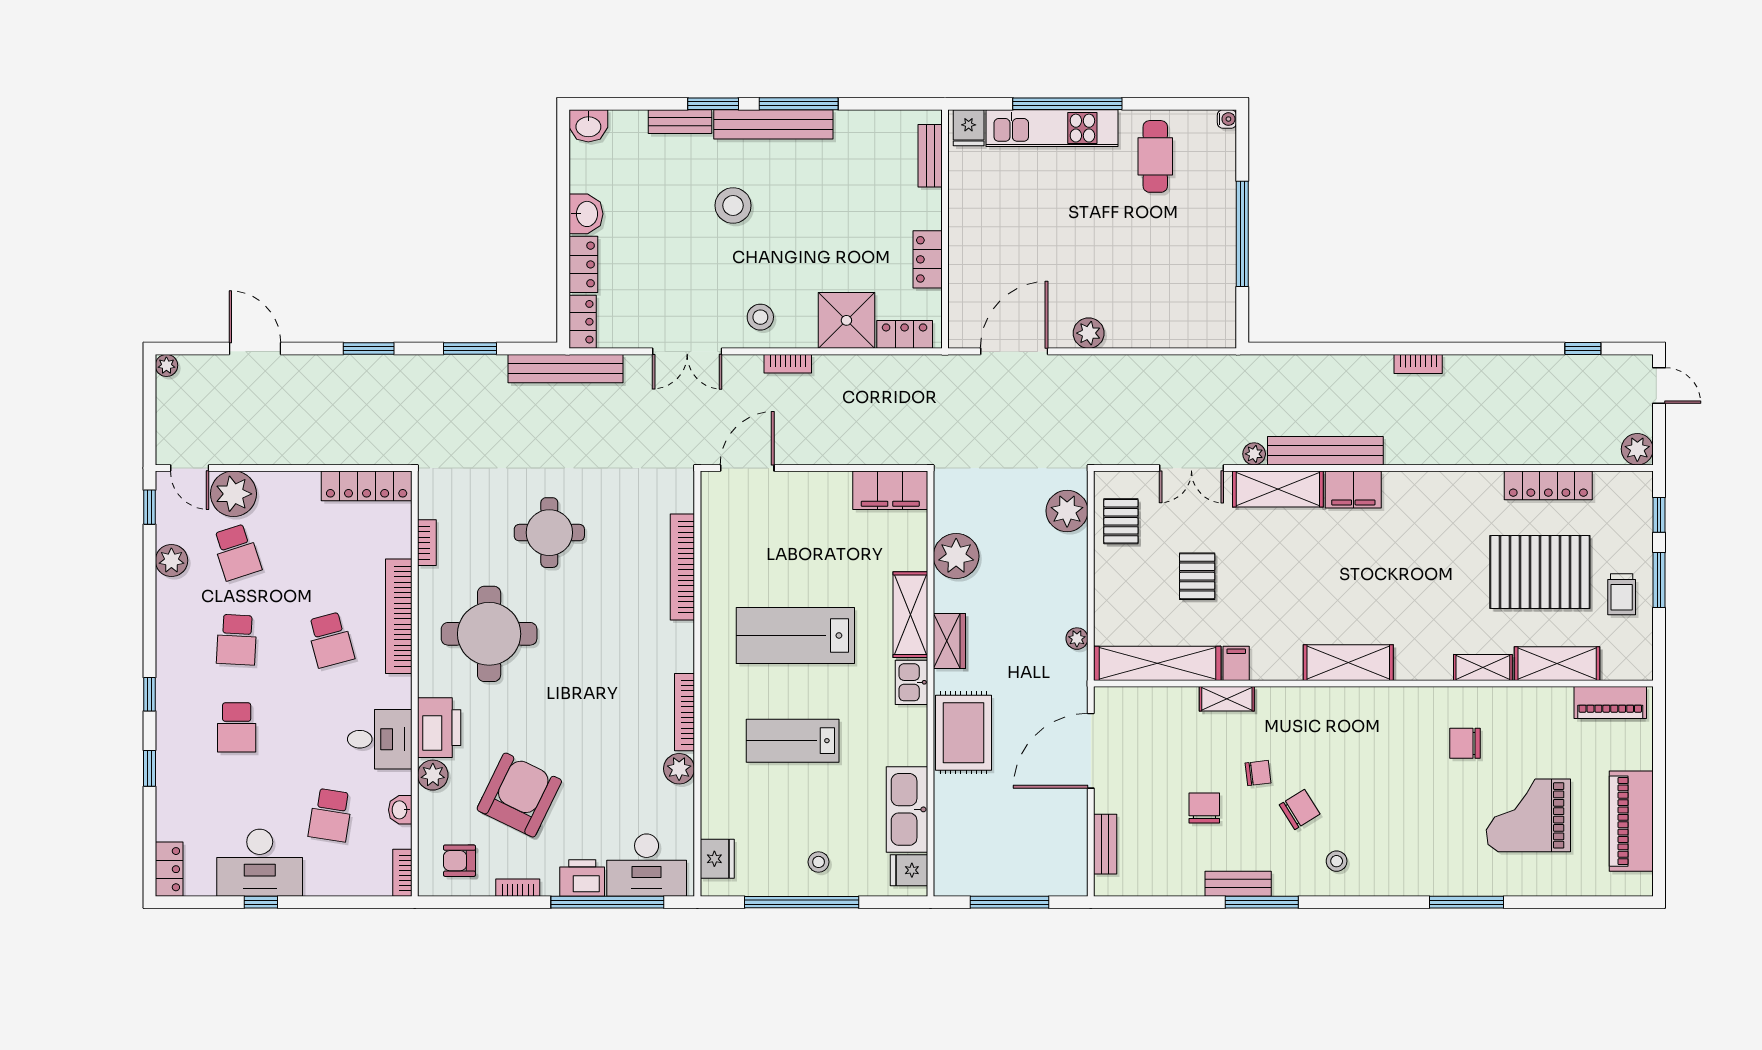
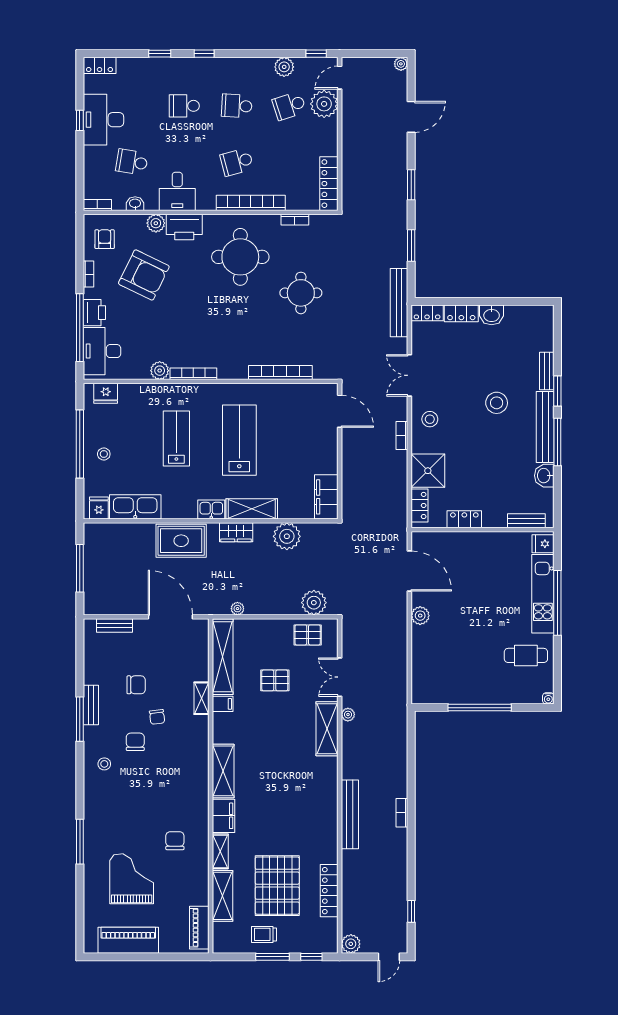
washbasin: (588, 126) -> (544, 476), moved
bench: (1325, 451) -> (350, 814), moved
filing cabinet: (1353, 489) -> (223, 816), moved, turned 180
chair: (1300, 809) -> (135, 742), turned -148

